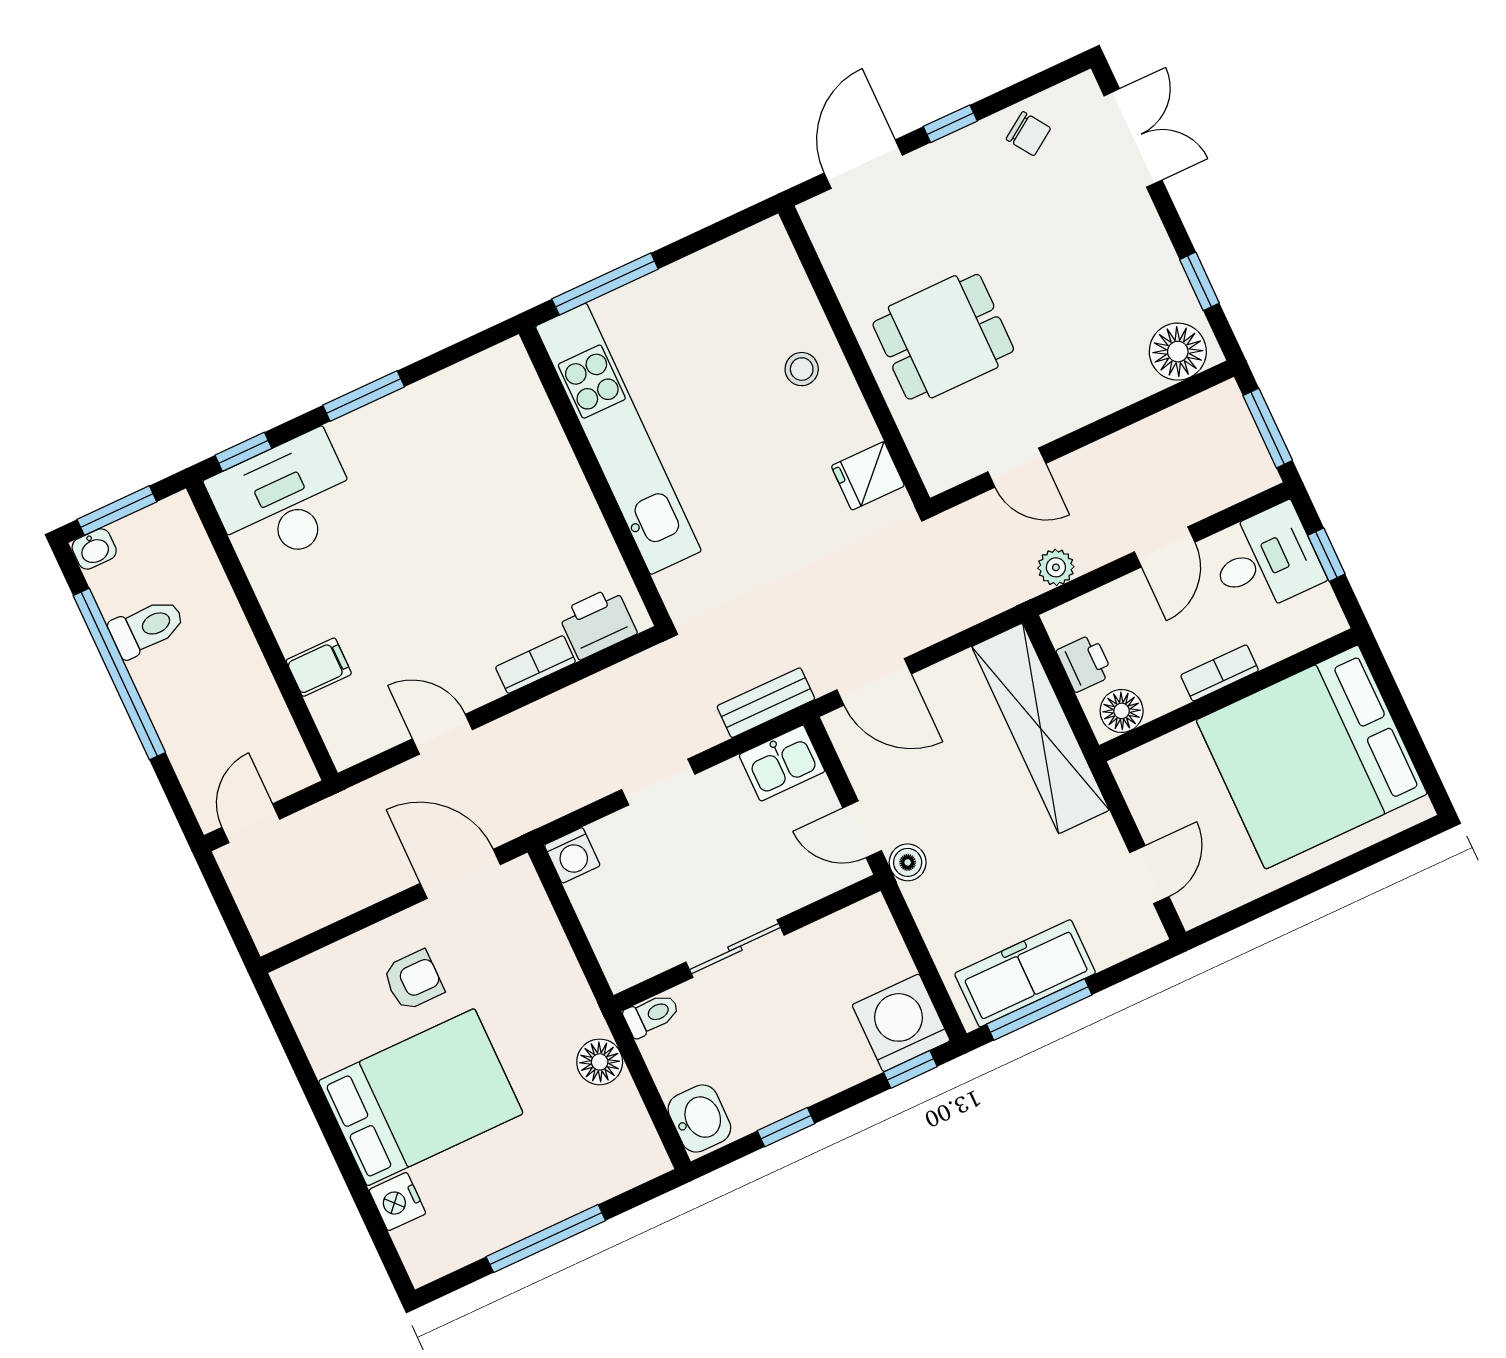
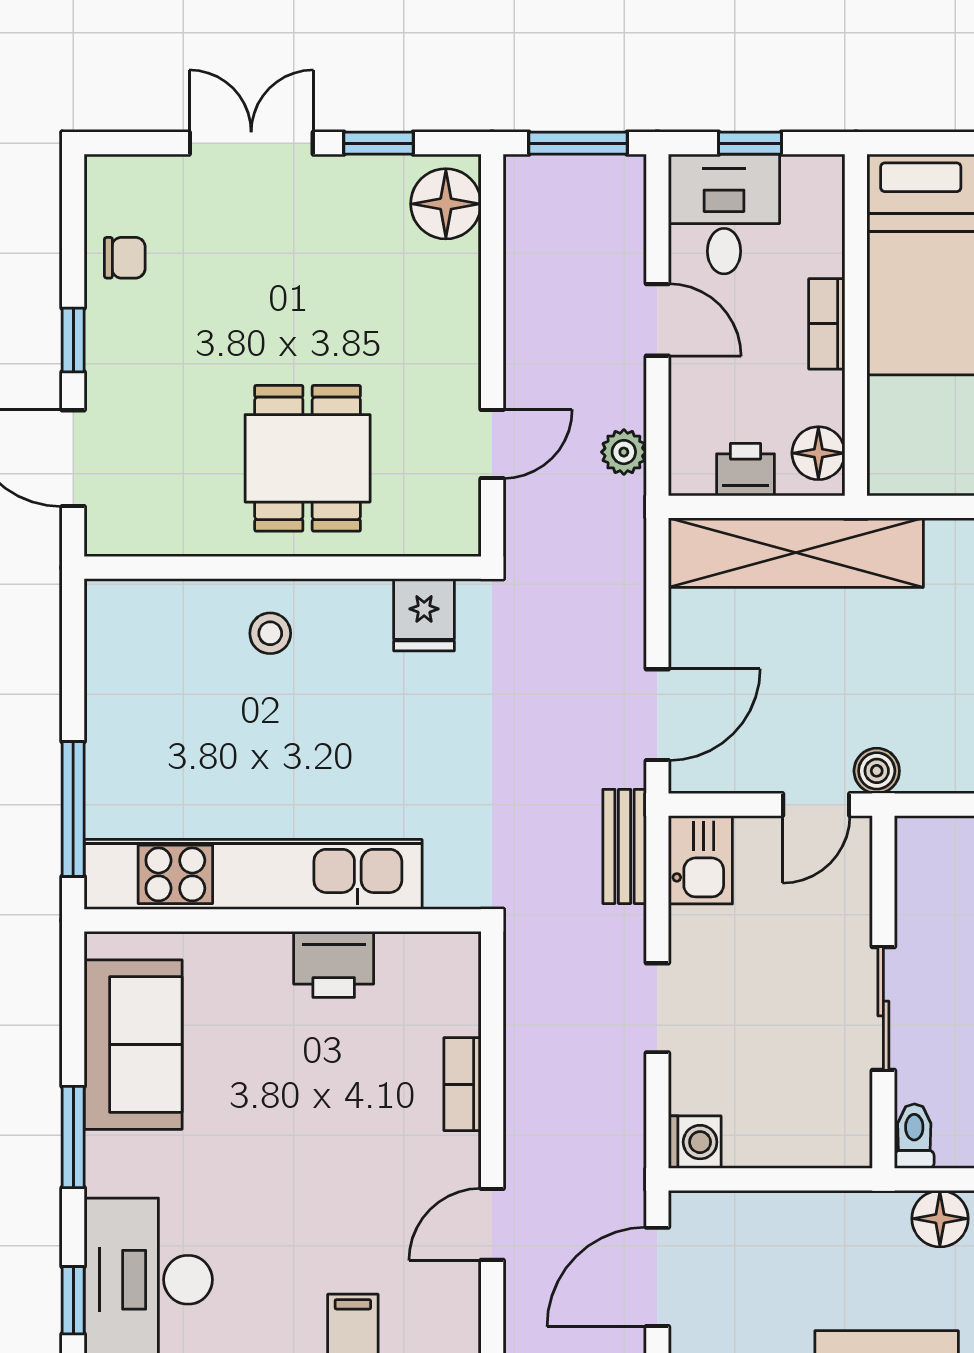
chair: (1028, 134) -> (125, 258), turned 34
double door: (1133, 138) -> (251, 143), moved
sofa: (452, 409) -> (133, 1045), added
printer: (597, 623) -> (334, 964), moved, turned -90

